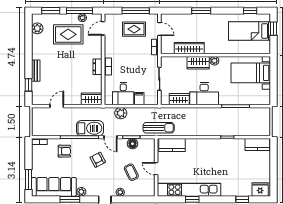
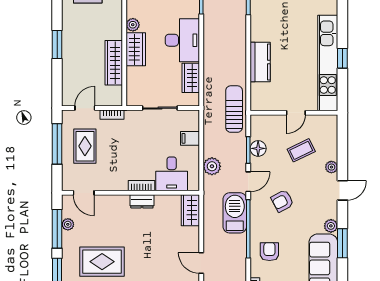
rug: (68, 34) -> (102, 262), moved, turned 90
desk: (123, 93) -> (172, 174), moved, turned 90
kitchen counter: (172, 145) -> (260, 62), moved

